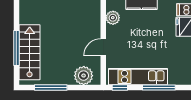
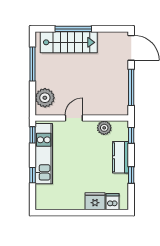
door: (103, 47) -> (74, 118), hinge flipped
window: (159, 88) -> (33, 175), width x0.46

